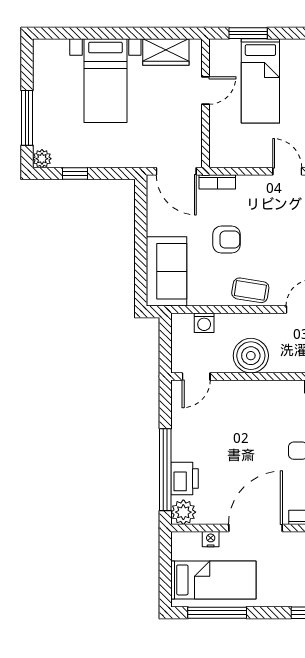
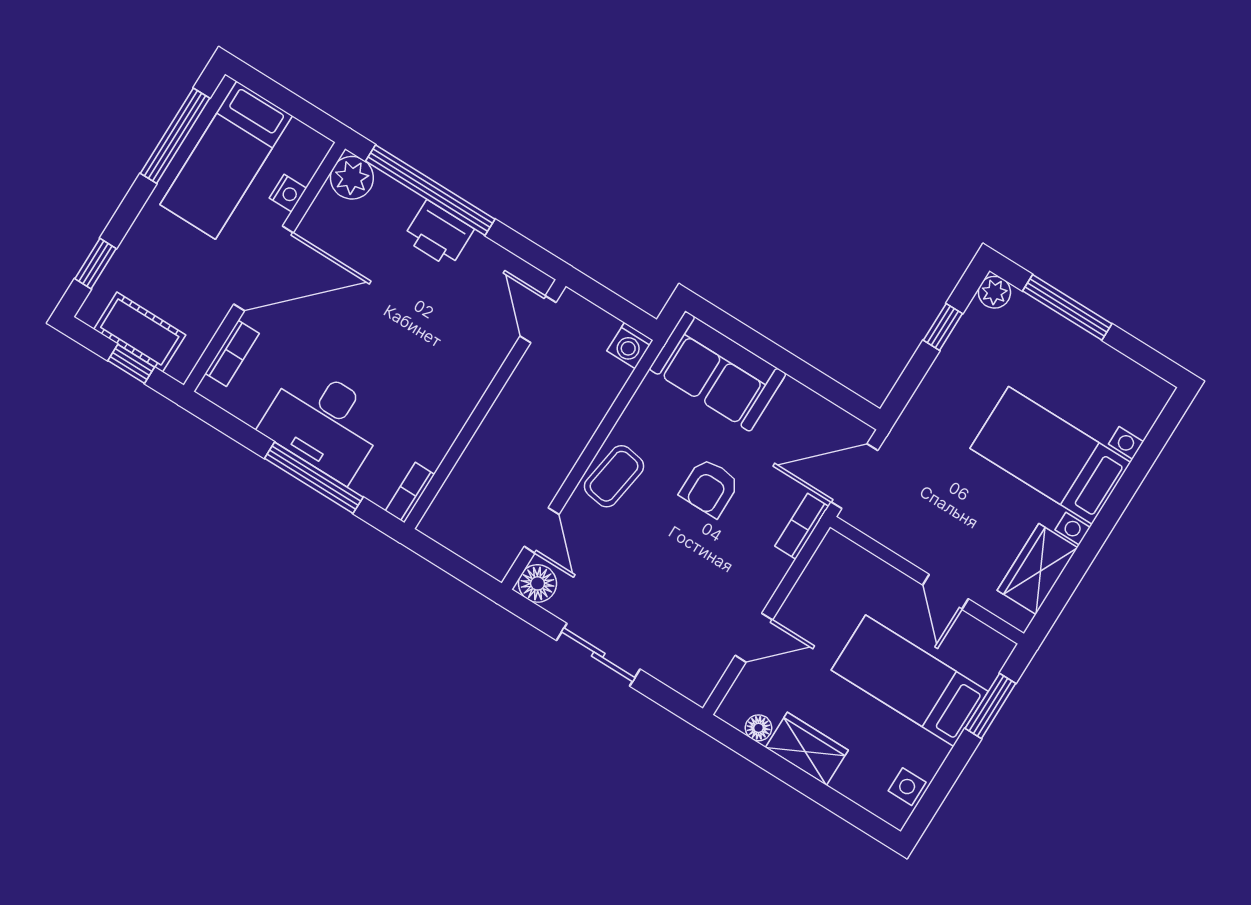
washing machine: (204, 323) -> (630, 346), moved, turned -90
boiler: (251, 356) -> (519, 418), removed
printer: (184, 478) -> (439, 234), moved
door: (256, 528) -> (263, 268), hinge flipped

